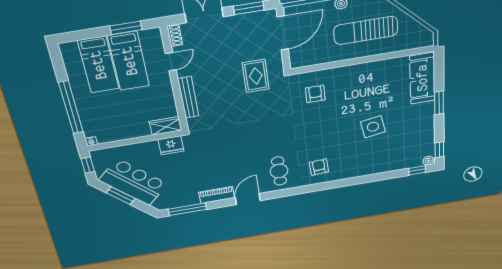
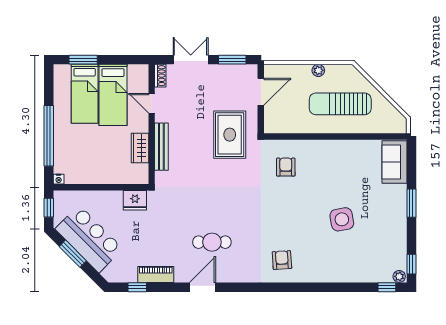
window: (126, 28) -> (83, 60), moved
door: (283, 33) -> (261, 92), width x0.73
door: (171, 62) -> (152, 103), swing flipped
rug: (256, 76) -> (230, 135), width x1.36, depth x1.43
sofa: (422, 78) -> (394, 162), width x0.73
wardrobe: (166, 126) -> (140, 148), moved, turned -90
cafe table: (279, 171) -> (212, 242), moved, turned 90
piano: (217, 195) -> (156, 275), moved
window: (187, 209) -> (137, 287), width x0.46

